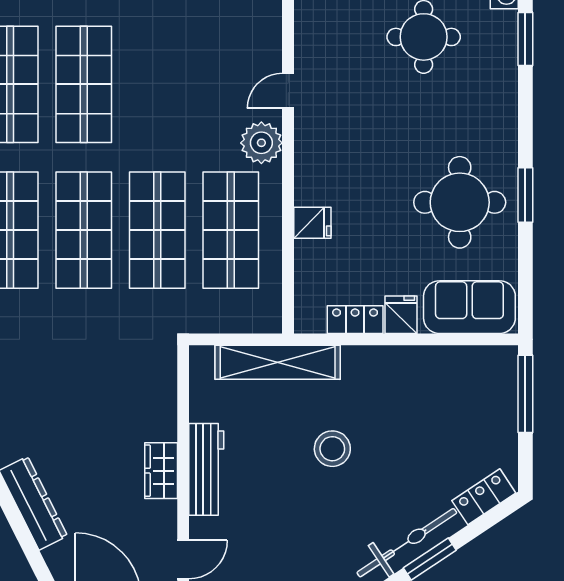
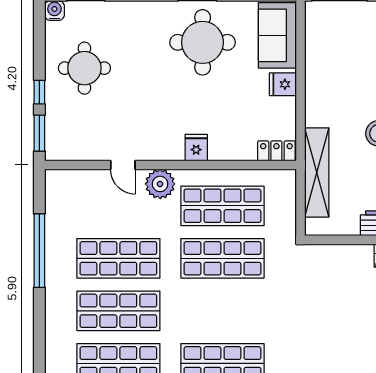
fridge: (312, 223) -> (196, 148), moved
shop shelf: (84, 230) -> (118, 258), moved
locker: (355, 320) -> (276, 151), moved, turned 90

